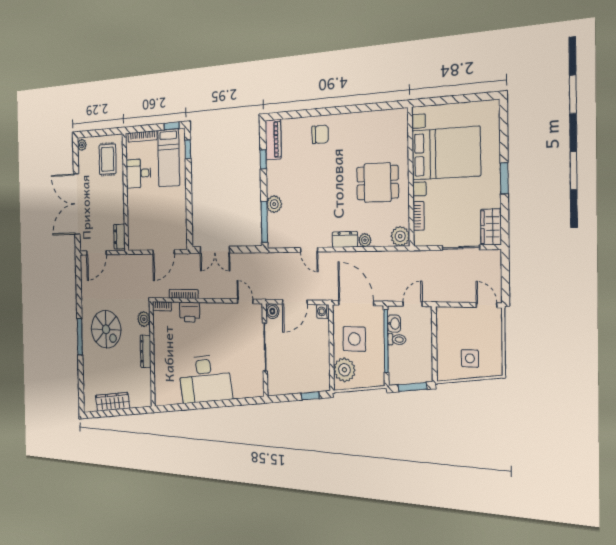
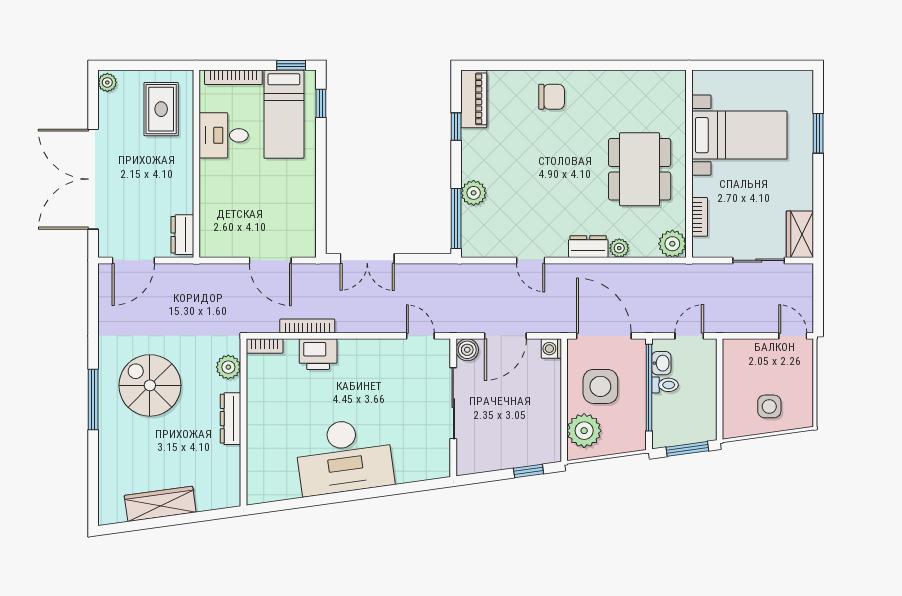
bed with nightstands: (446, 153) -> (739, 135), width x0.73
window: (504, 178) -> (818, 133), moved
dining table: (377, 183) -> (640, 169), width x1.38
door: (164, 252) -> (270, 260), hinge flipped
spiral stairs: (106, 329) -> (150, 385), turned 180

